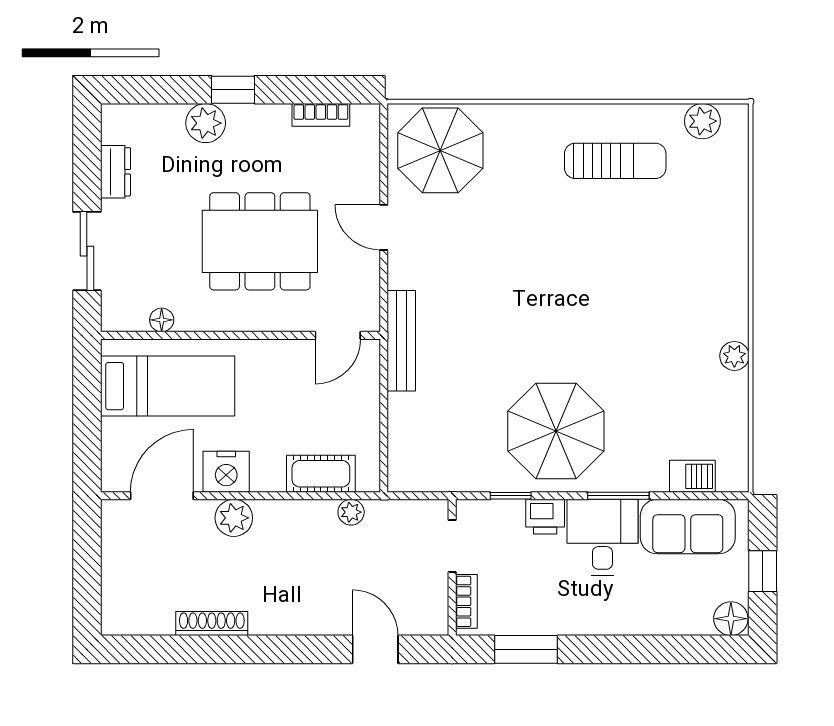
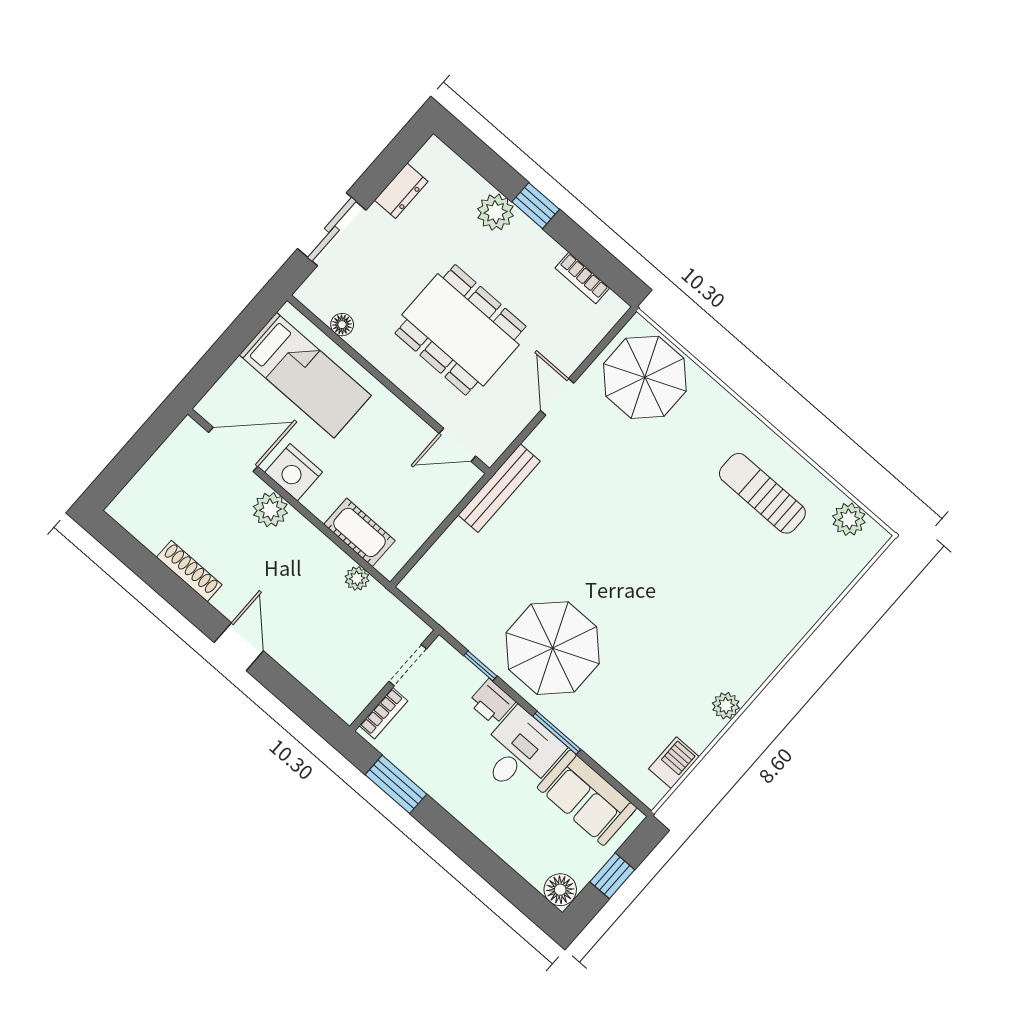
sun lounger: (615, 161) -> (762, 493), turned 180
barbecue: (692, 476) -> (674, 763), moved, turned -90
door: (375, 649) -> (239, 647), moved

